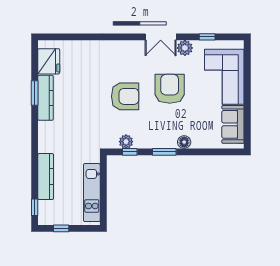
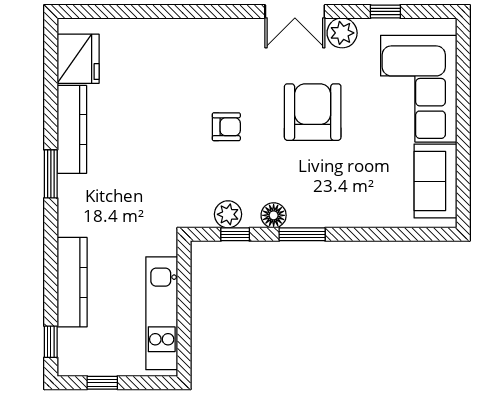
window: (35, 93) -> (51, 174), moved
armchair: (125, 96) -> (226, 127), width x0.53, depth x0.53
floor lamp: (184, 142) -> (274, 215), moved

